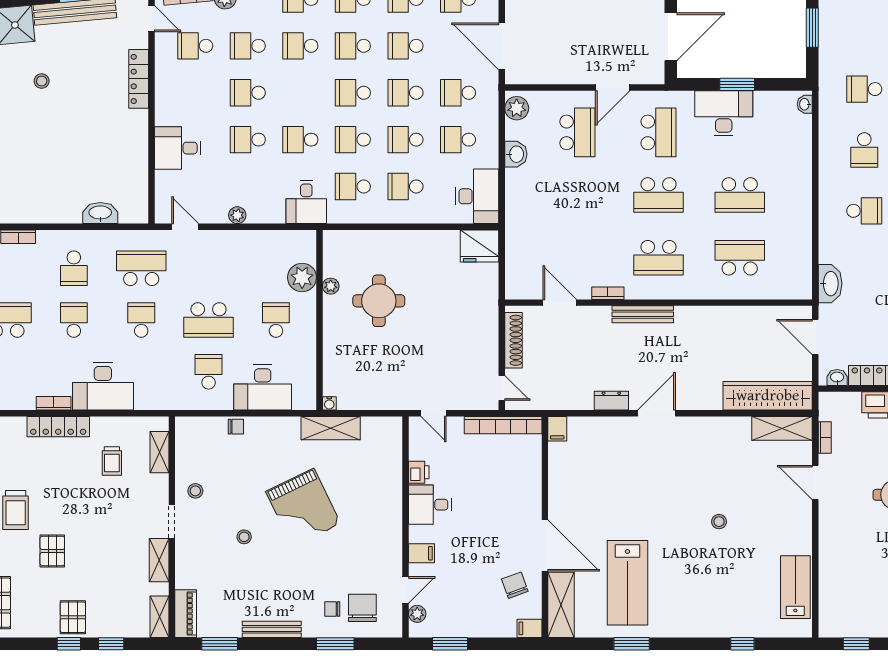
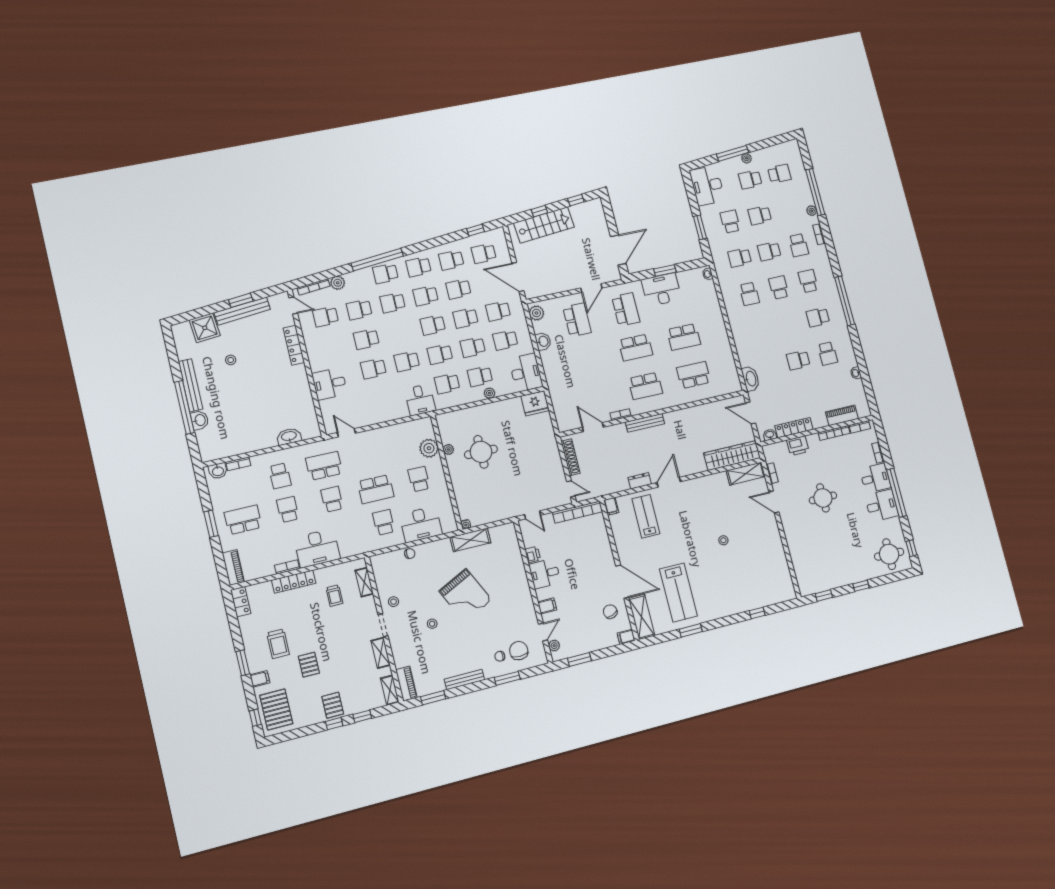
school desk: (864, 211) -> (730, 221), moved, turned -90
plant: (237, 215) -> (489, 393), moved
lab bench: (795, 587) -> (646, 516), moved

